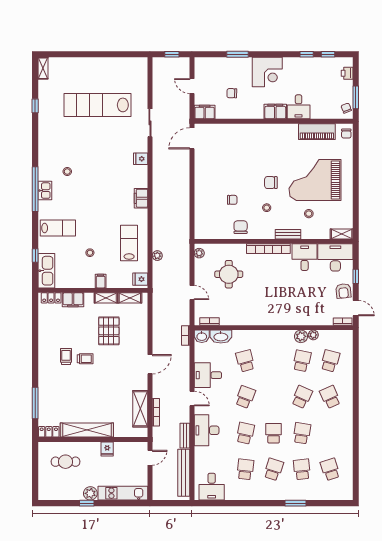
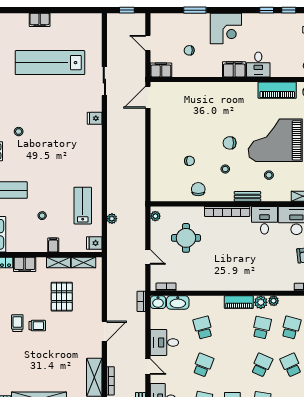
filing cabinet: (141, 198) -> (40, 20), moved, turned -90
piano: (280, 336) -> (239, 302), added

